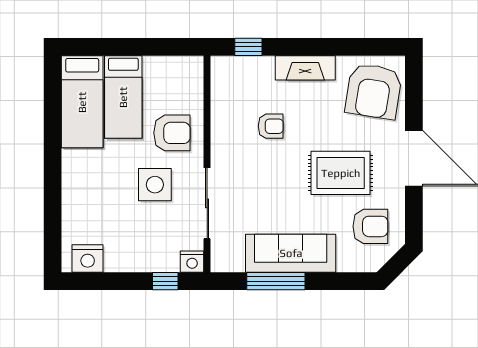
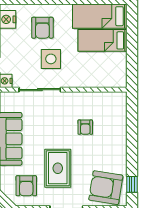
window: (248, 47) -> (132, 184), moved
fireplace: (305, 68) -> (120, 147), removed
armchair: (172, 133) -> (42, 28), moved

